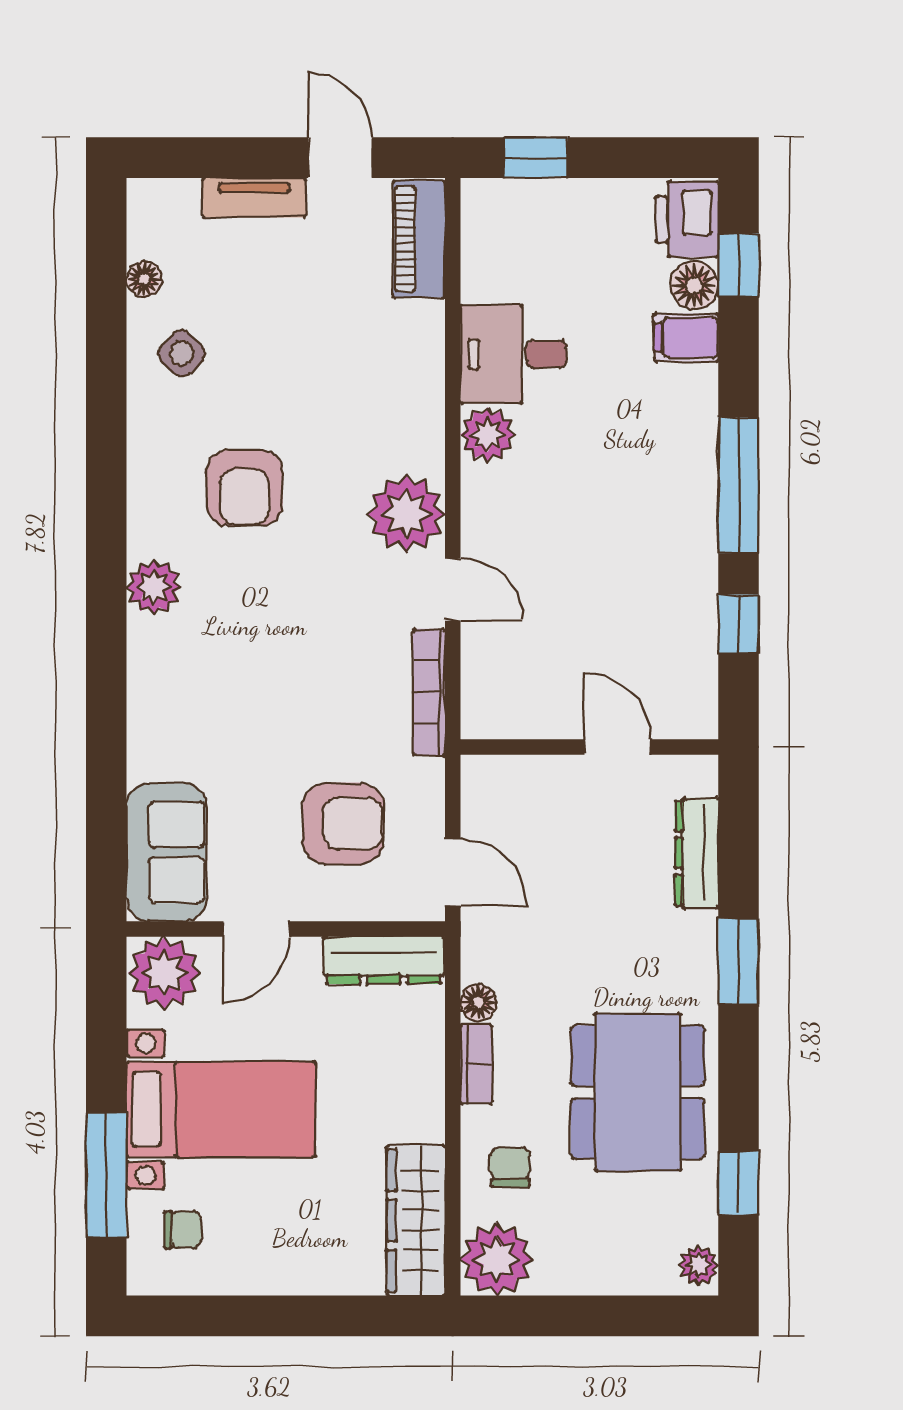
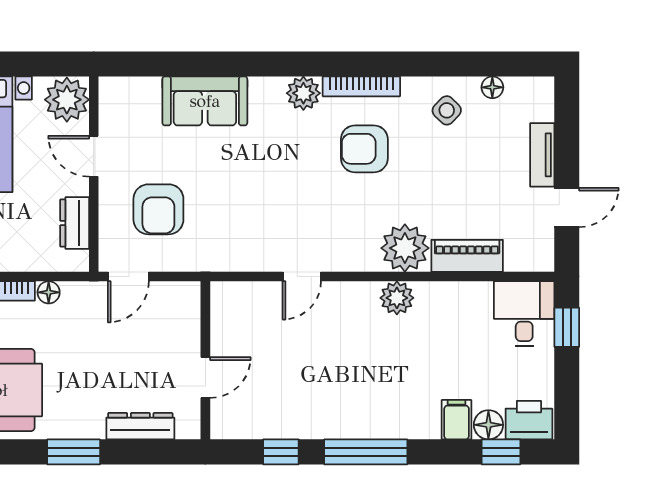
piano: (419, 239) -> (467, 256), moved
desk: (513, 354) -> (524, 314), moved
plant: (406, 514) -> (405, 248), moved
bookcase: (429, 692) -> (361, 86), moved, turned 180
sofa: (166, 852) -> (205, 101), moved
dresser: (384, 960) -> (75, 223), width x0.70

